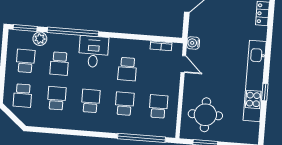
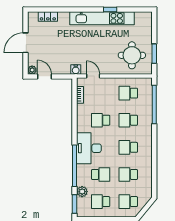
desk: (93, 52) -> (89, 148), width x1.37
door: (183, 64) -> (93, 76), hinge flipped
school desk: (127, 69) -> (101, 120), turned 180
school desk: (23, 95) -> (128, 202), turned 180

